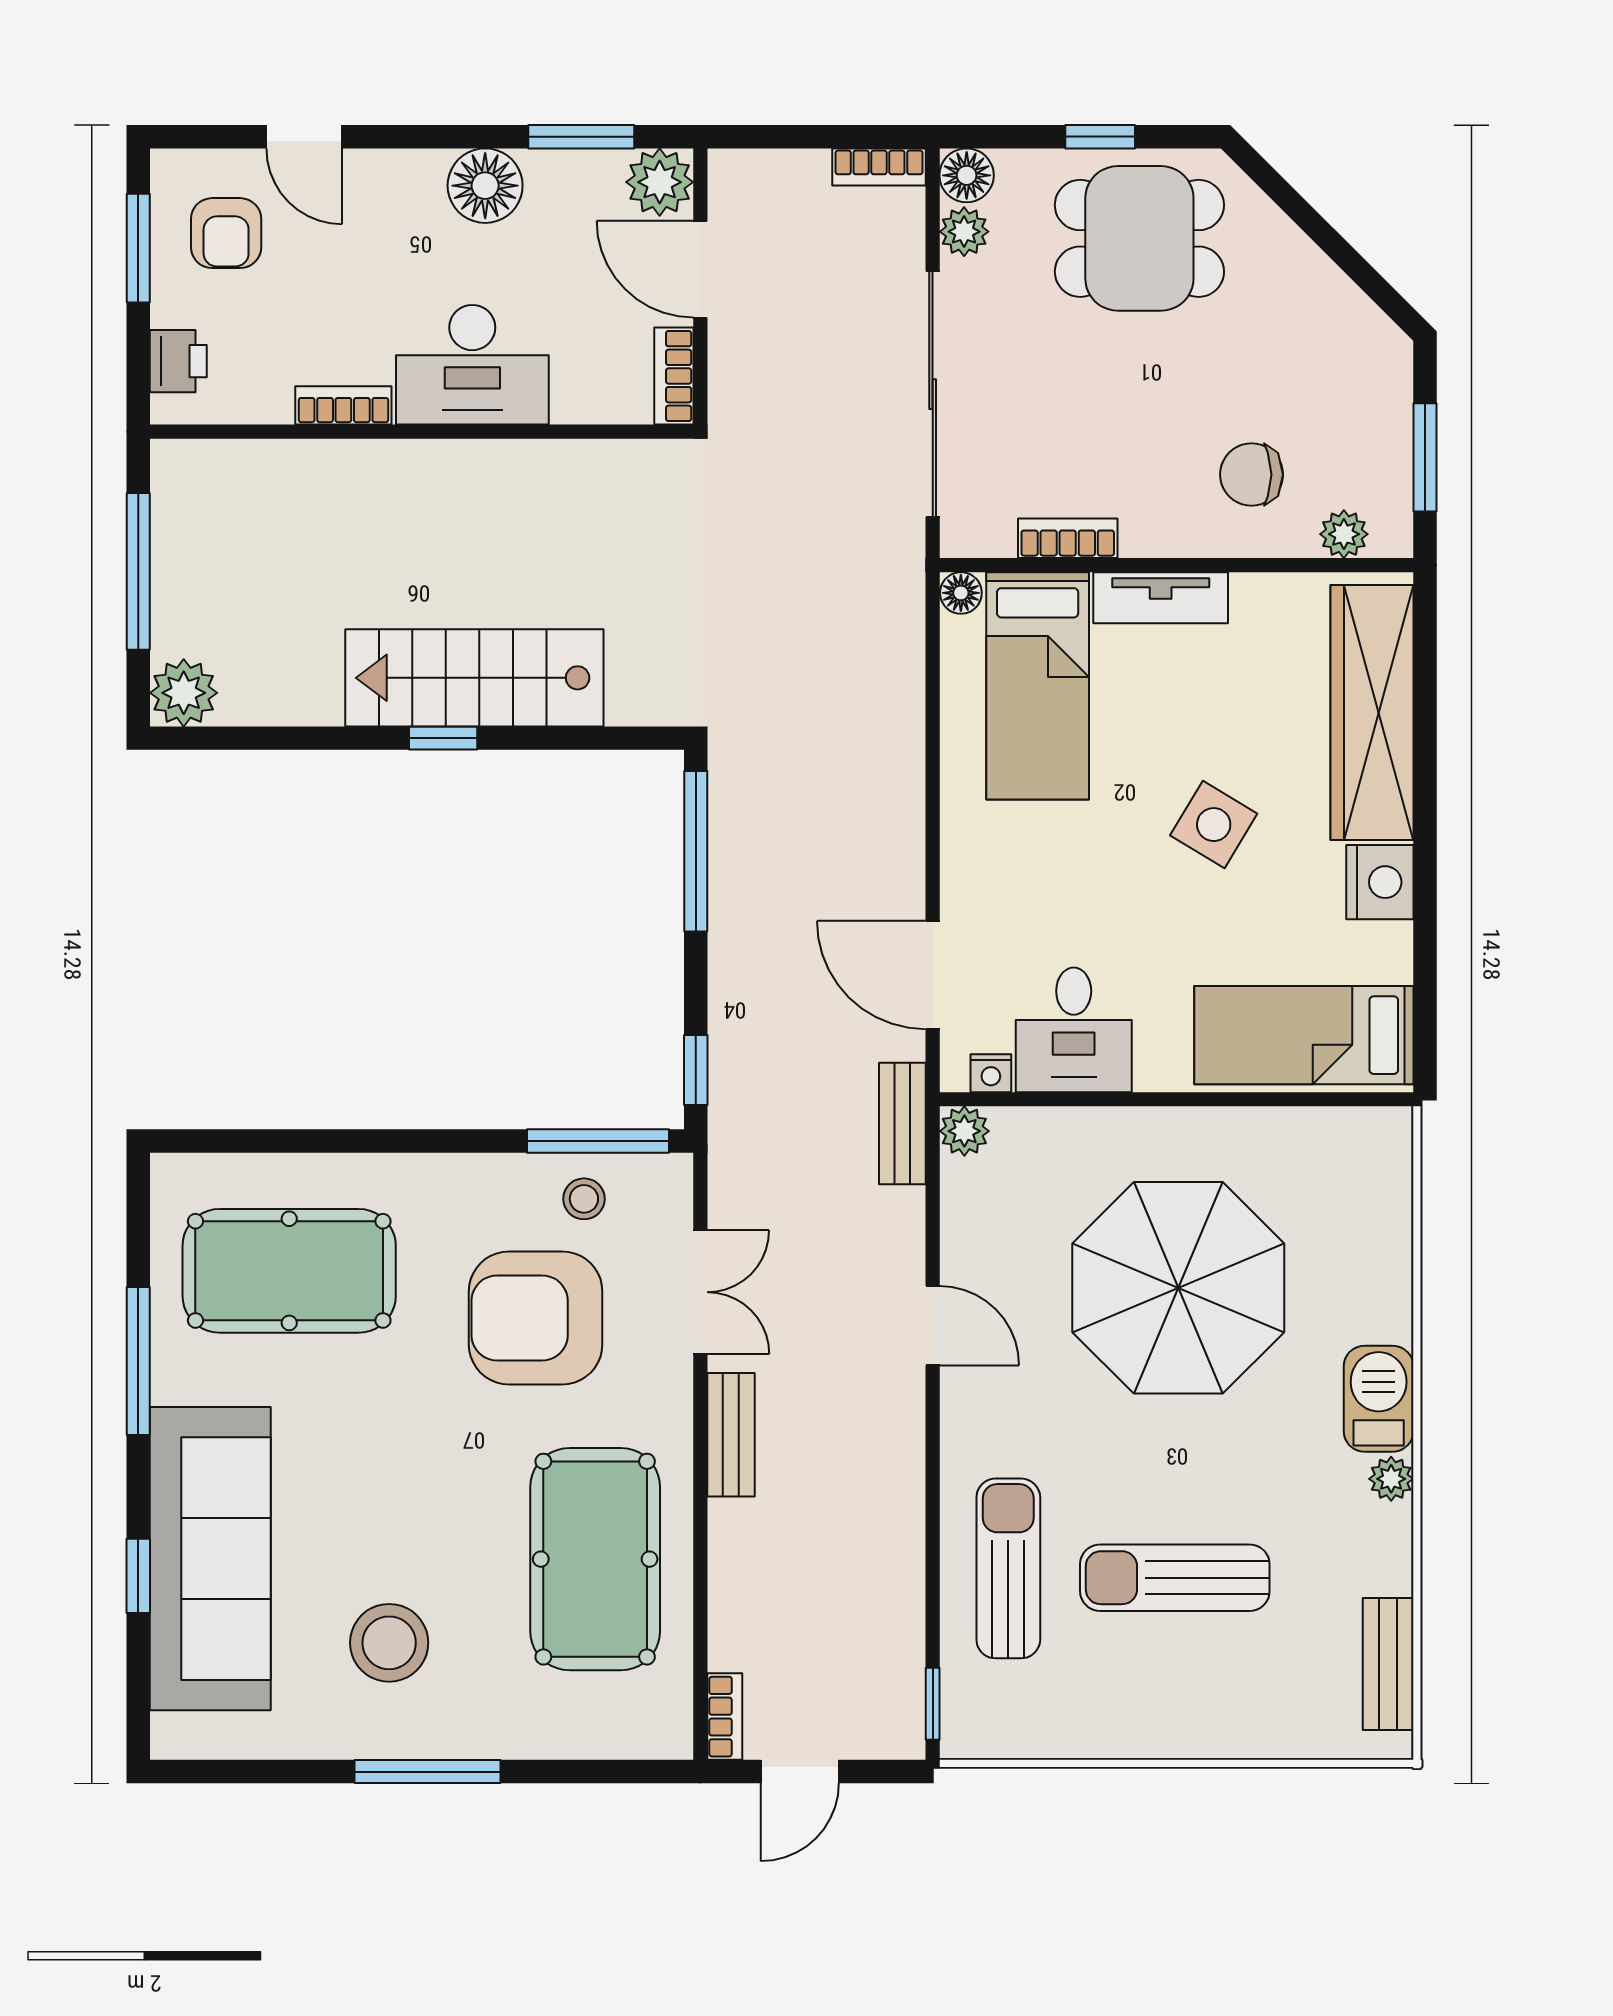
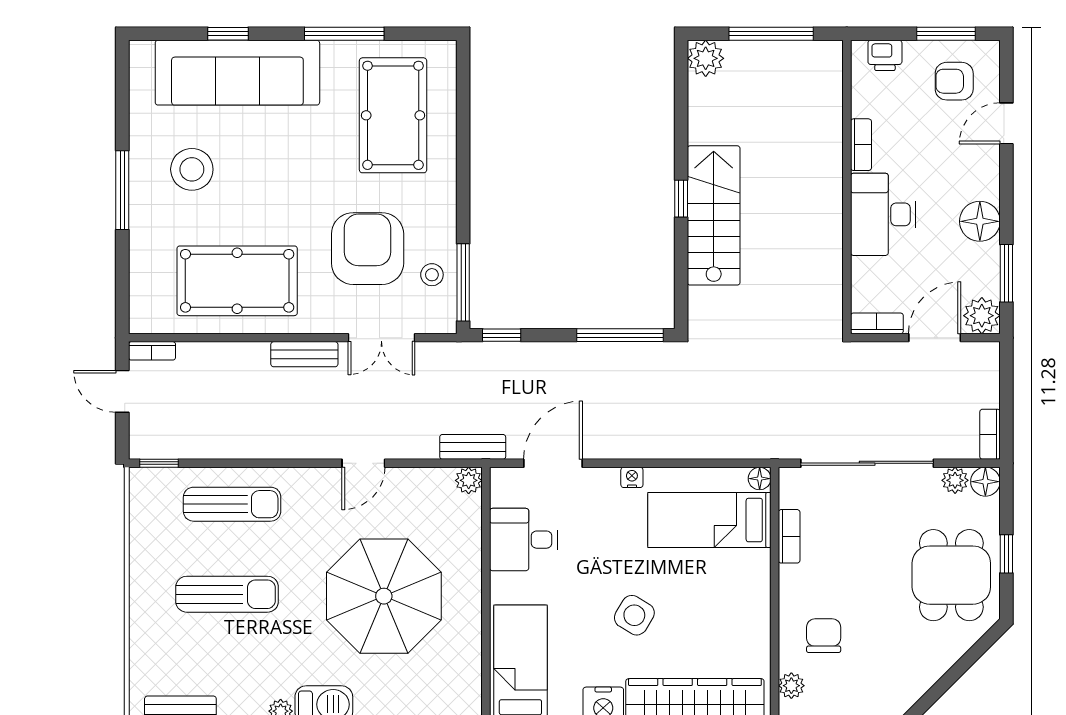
tv unit: (1161, 598) -> (757, 587), removed
nightstand: (991, 1073) -> (632, 477), moved, turned 90
sun lounger: (1175, 1578) -> (227, 594), turned 90

